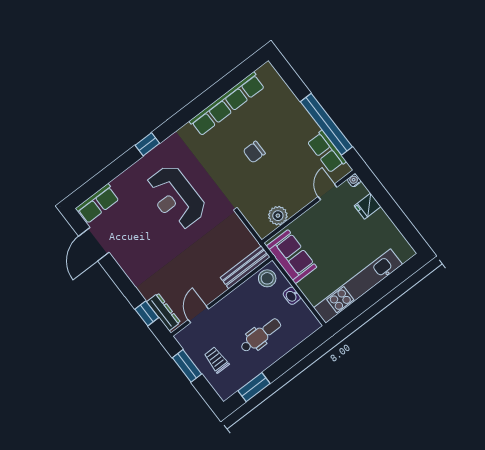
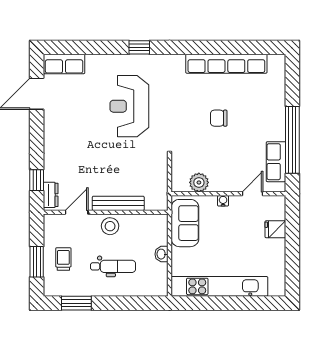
water cooler: (354, 180) -> (223, 201), moved
bench: (245, 267) -> (118, 203), moved
stool: (267, 278) -> (110, 226), moved
dresser: (164, 312) -> (51, 195), width x0.70
window: (187, 366) -> (37, 262), moved

